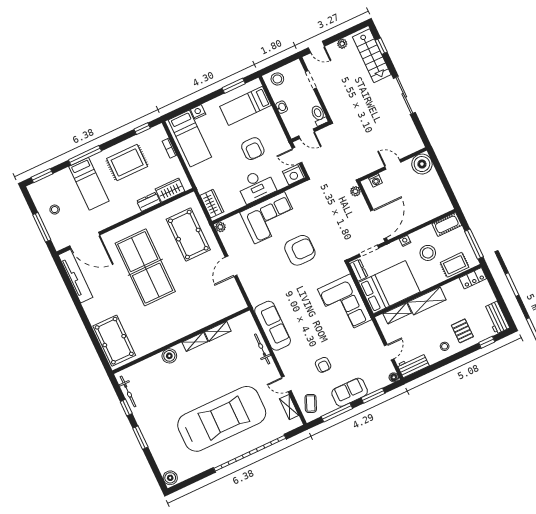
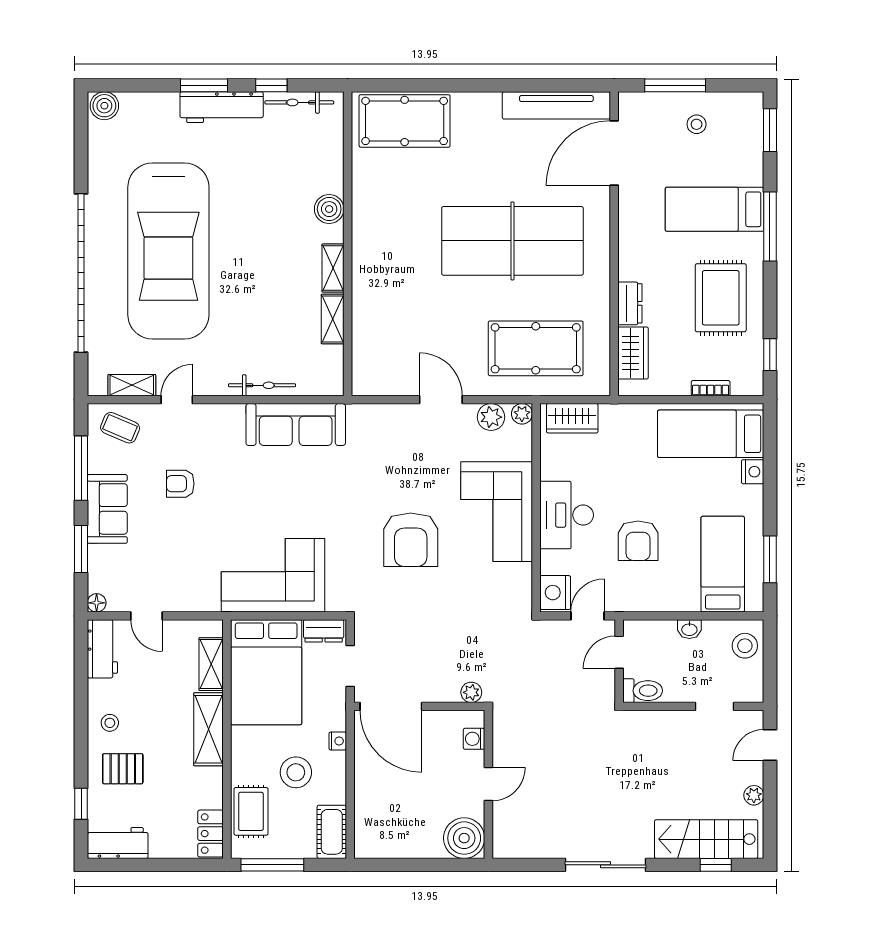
armchair: (253, 149) -> (638, 541), turned -90
plant: (228, 240) -> (491, 417), added
workbench: (146, 425) -> (222, 107), added

